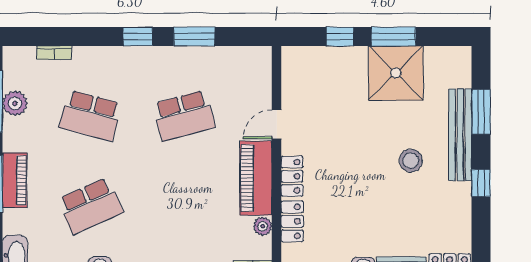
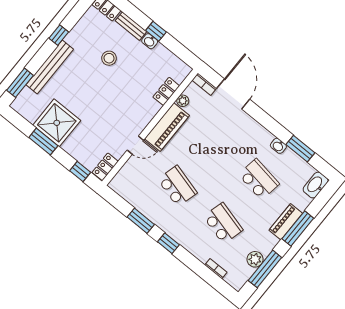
window: (340, 36) -> (80, 171), moved
window: (481, 112) -> (20, 83), moved
school desk: (184, 116) -> (177, 186), turned 30
stool: (411, 161) -> (109, 58), moved
locker: (292, 176) -> (105, 167), moved
school desk: (90, 206) -> (259, 179), turned 33

